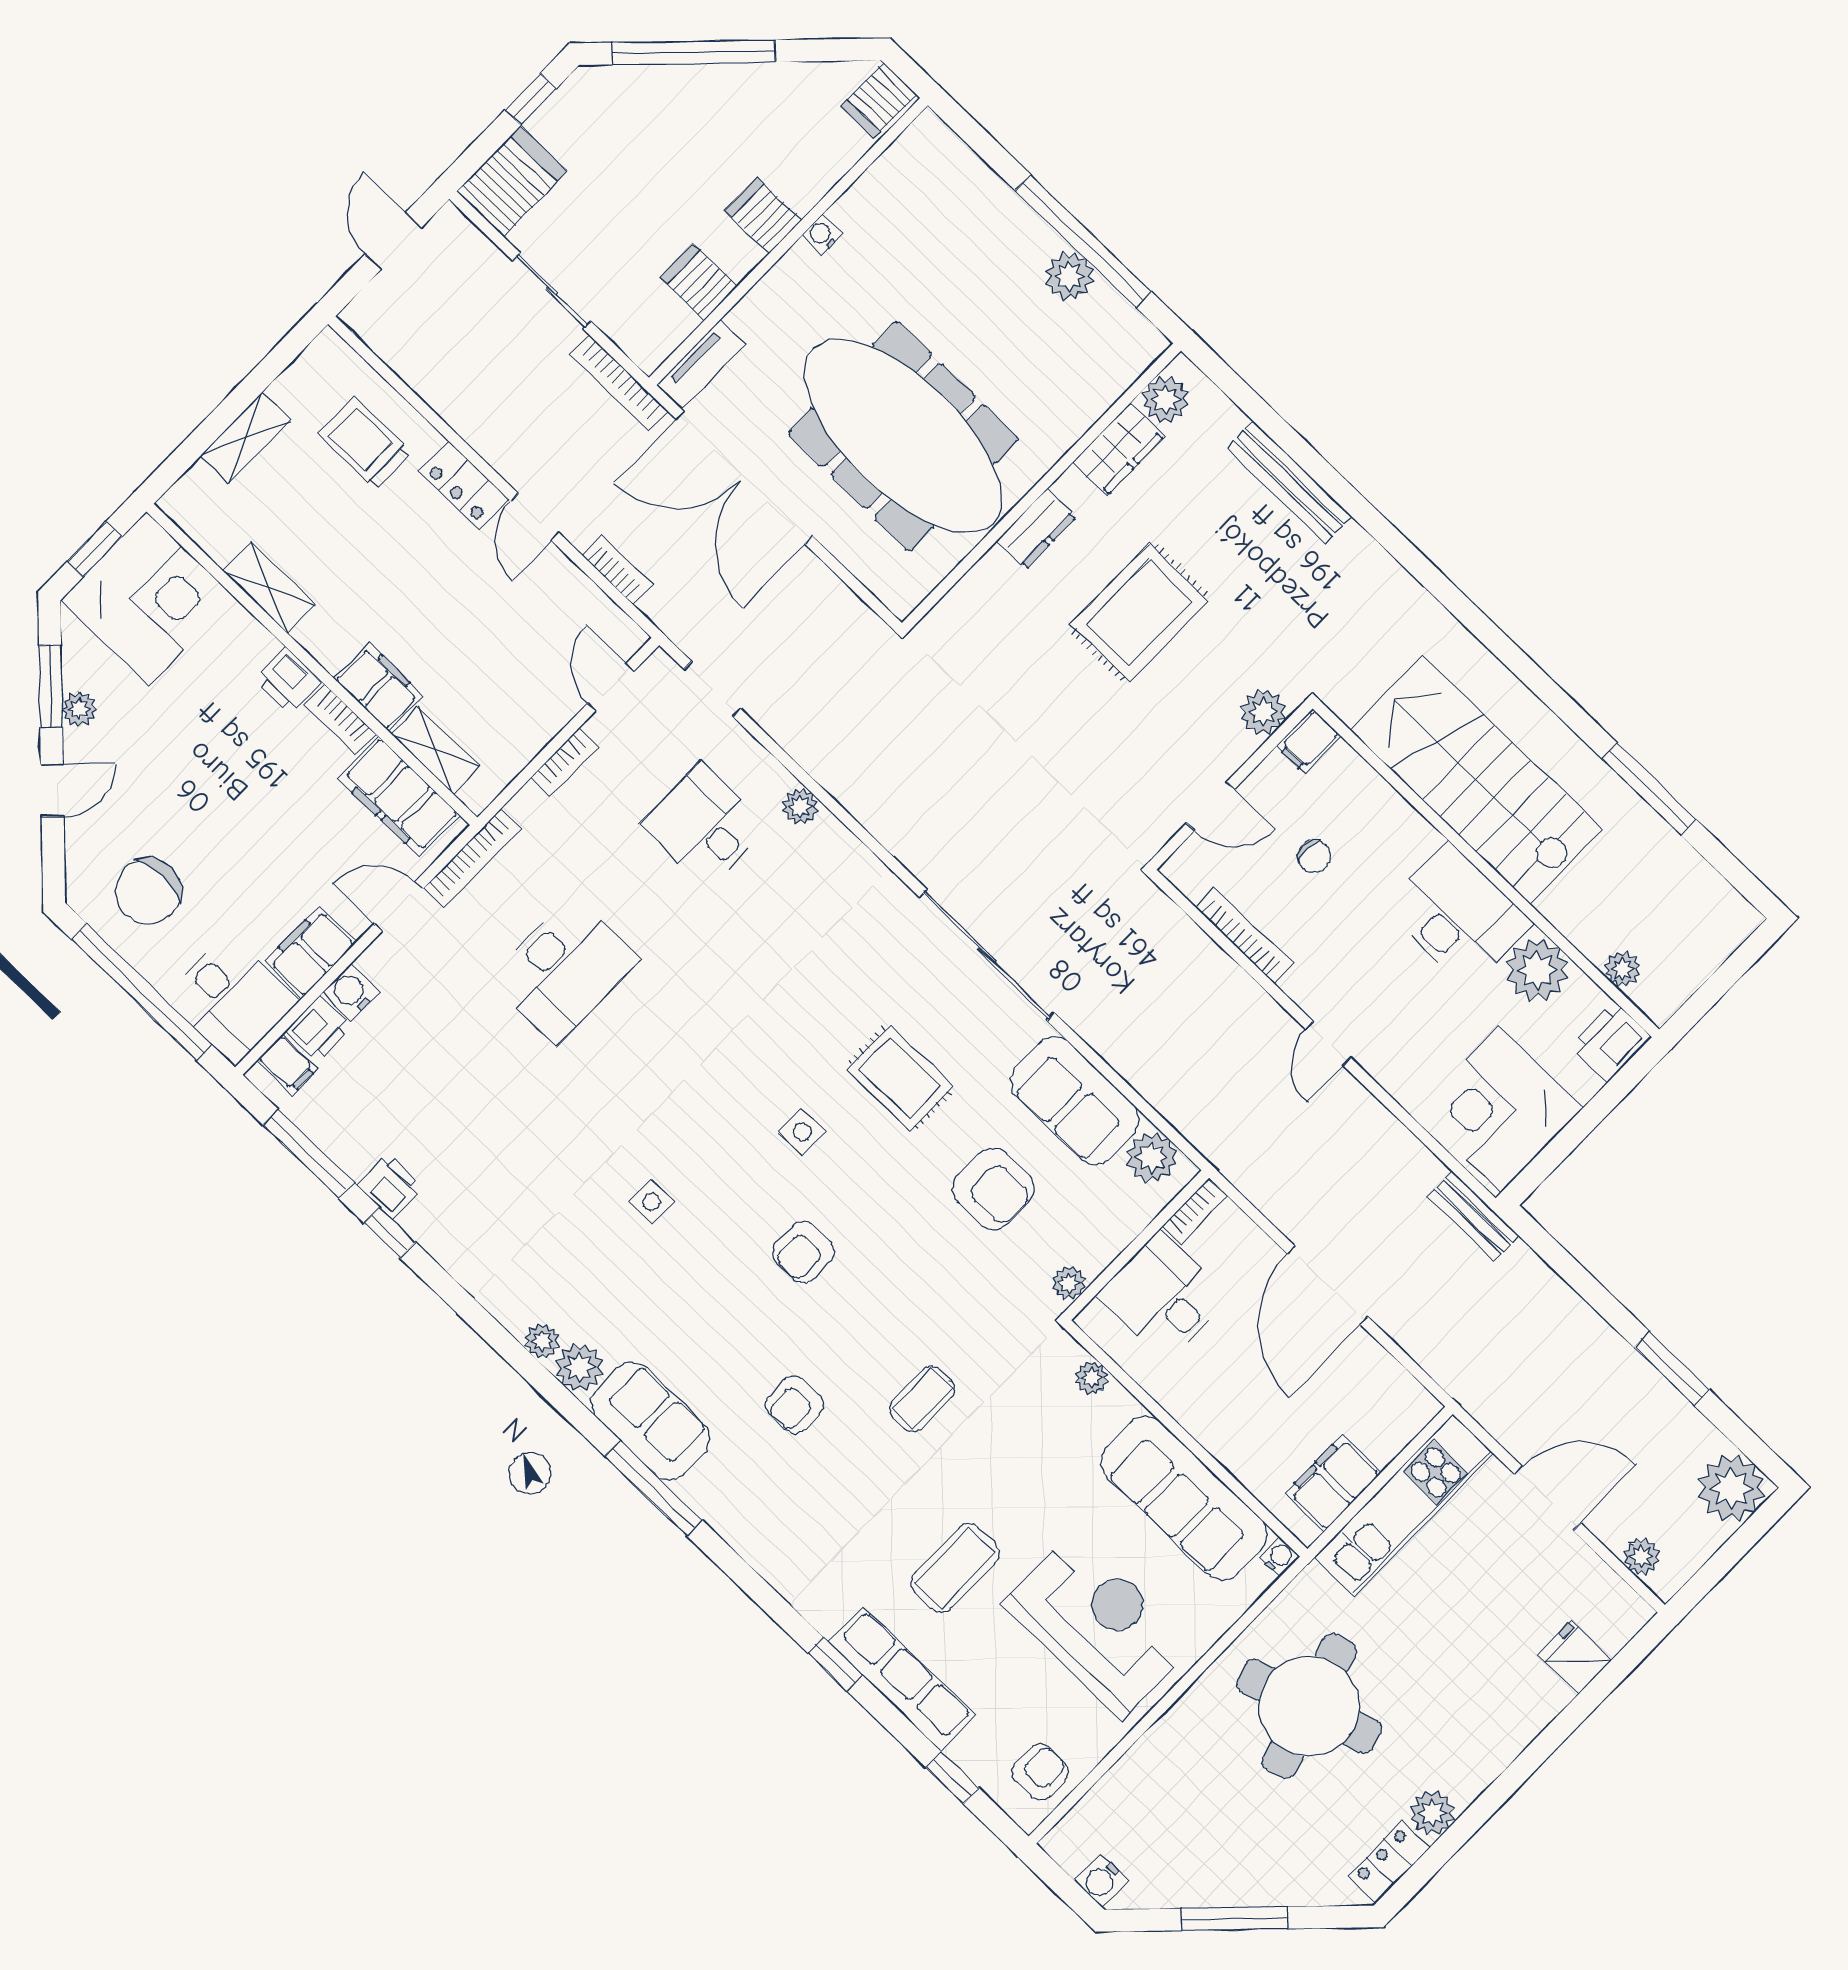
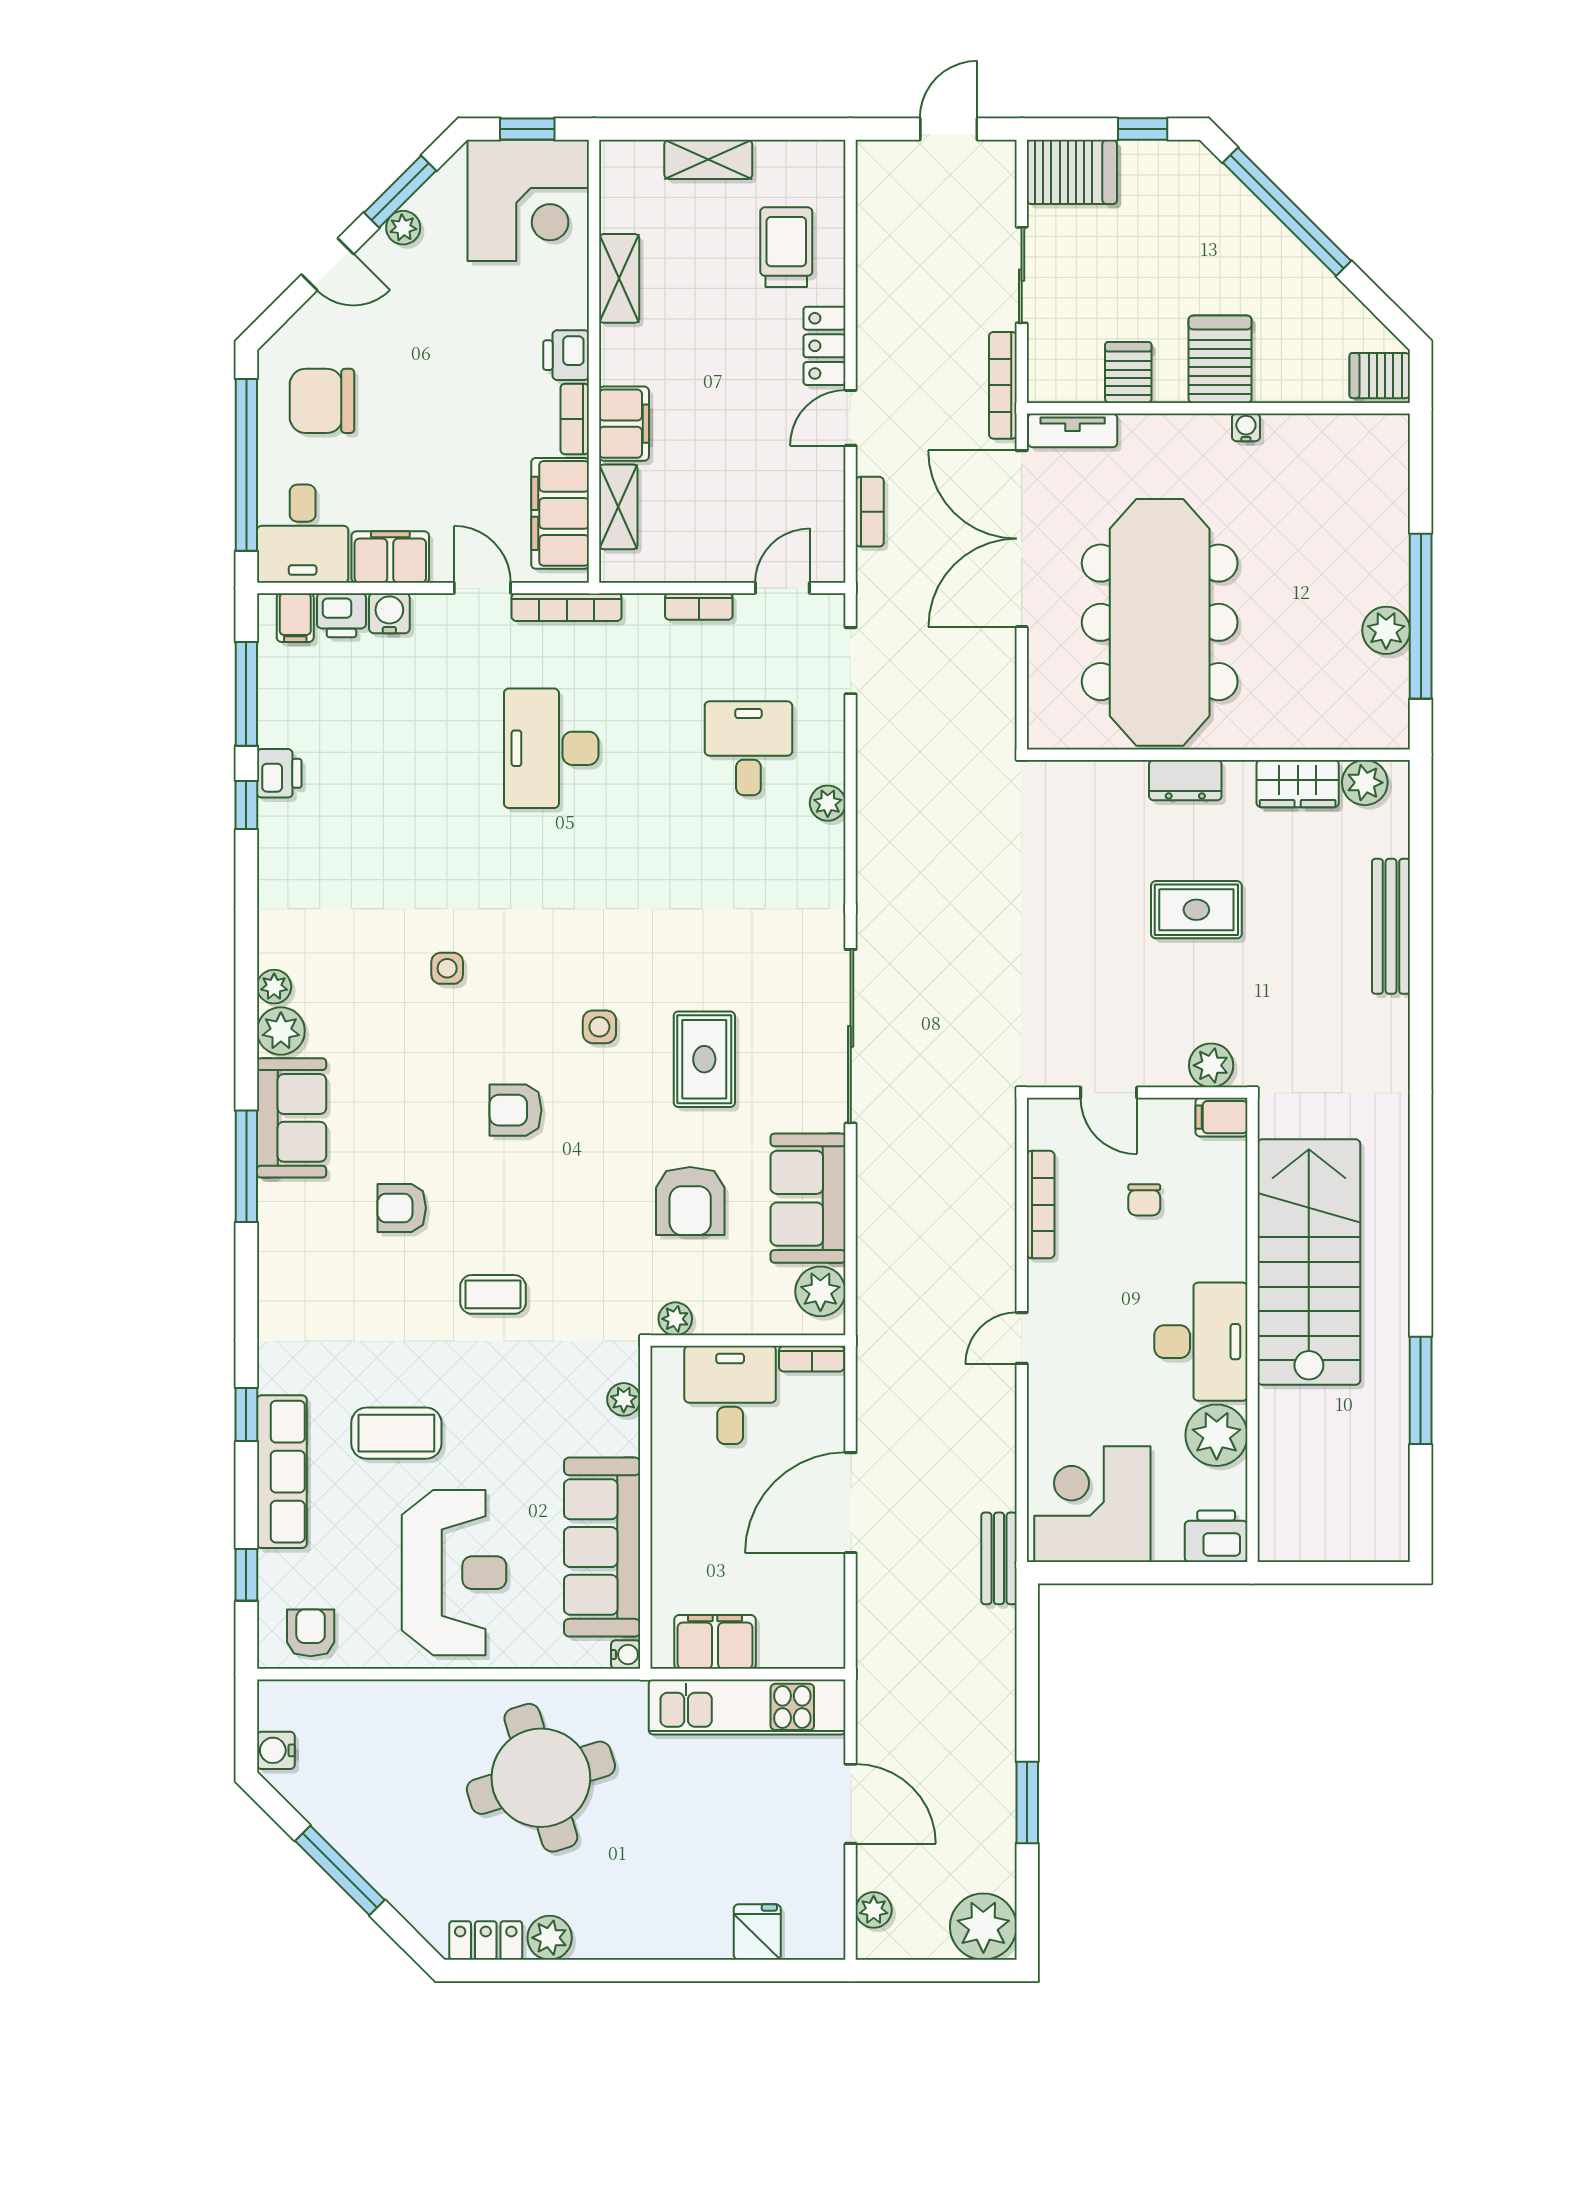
server rack: (763, 215) -> (1220, 359), width x1.36, depth x1.44
rug: (1139, 613) -> (1196, 910), width x0.73, depth x0.70
plant: (1623, 969) -> (1275, 1495), removed
desk: (564, 970) -> (551, 748), turned 90
armchair: (1040, 1772) -> (311, 1633), turned -90

